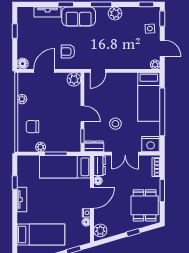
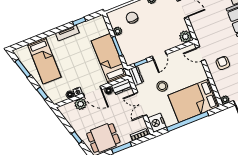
armchair: (68, 52) -> (223, 63), moved
bed: (149, 97) -> (194, 101), width x1.50
plant: (100, 230) -> (81, 104), moved

